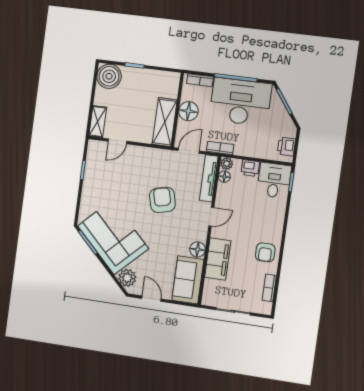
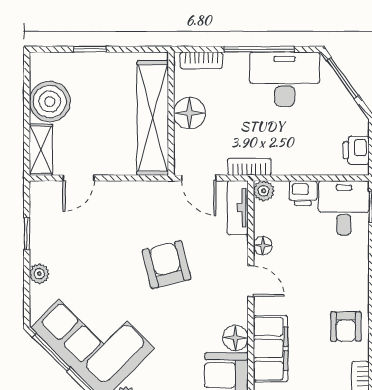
boiler: (109, 76) -> (50, 102), moved
desk: (240, 102) -> (285, 79), width x0.73, depth x0.77
shelving: (165, 122) -> (153, 118), width x1.47
door: (189, 151) -> (199, 178), swing flipped
floor lamp: (224, 177) -> (263, 246), moved
tv unit: (209, 178) -> (238, 208), width x0.71
plant: (87, 195) -> (39, 274), added
door: (211, 217) -> (251, 281), hinge flipped

